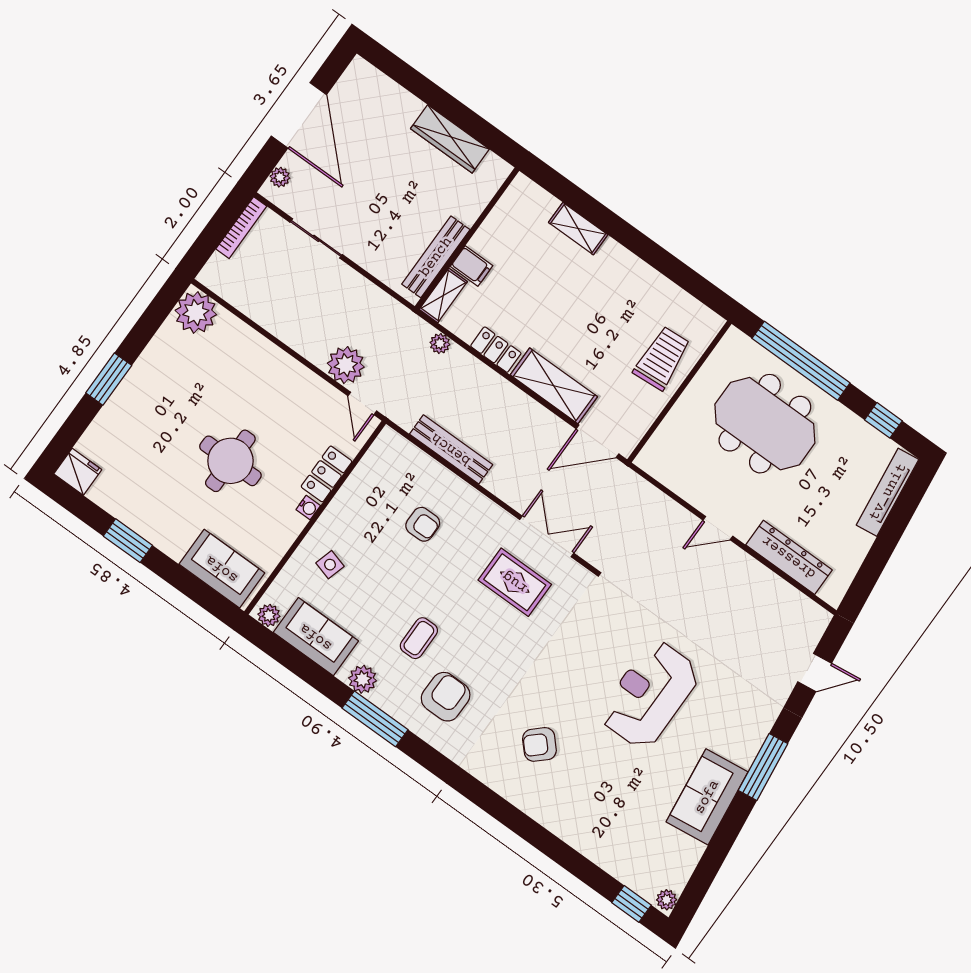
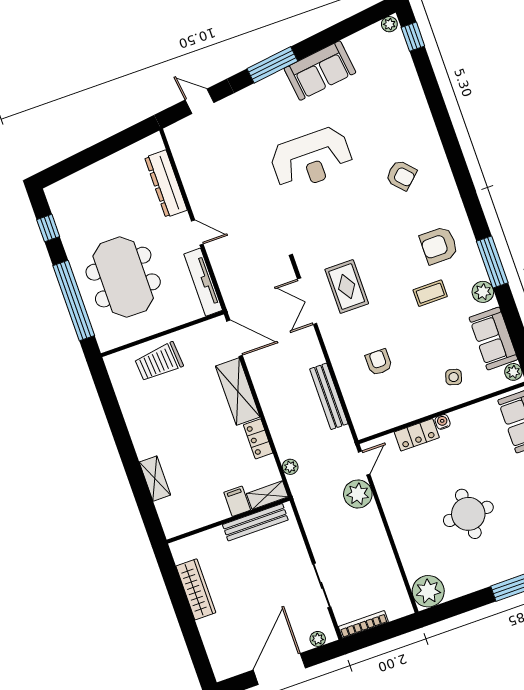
round table: (230, 461) -> (468, 514), moved
tv unit: (888, 492) -> (203, 282), moved, turned 97

